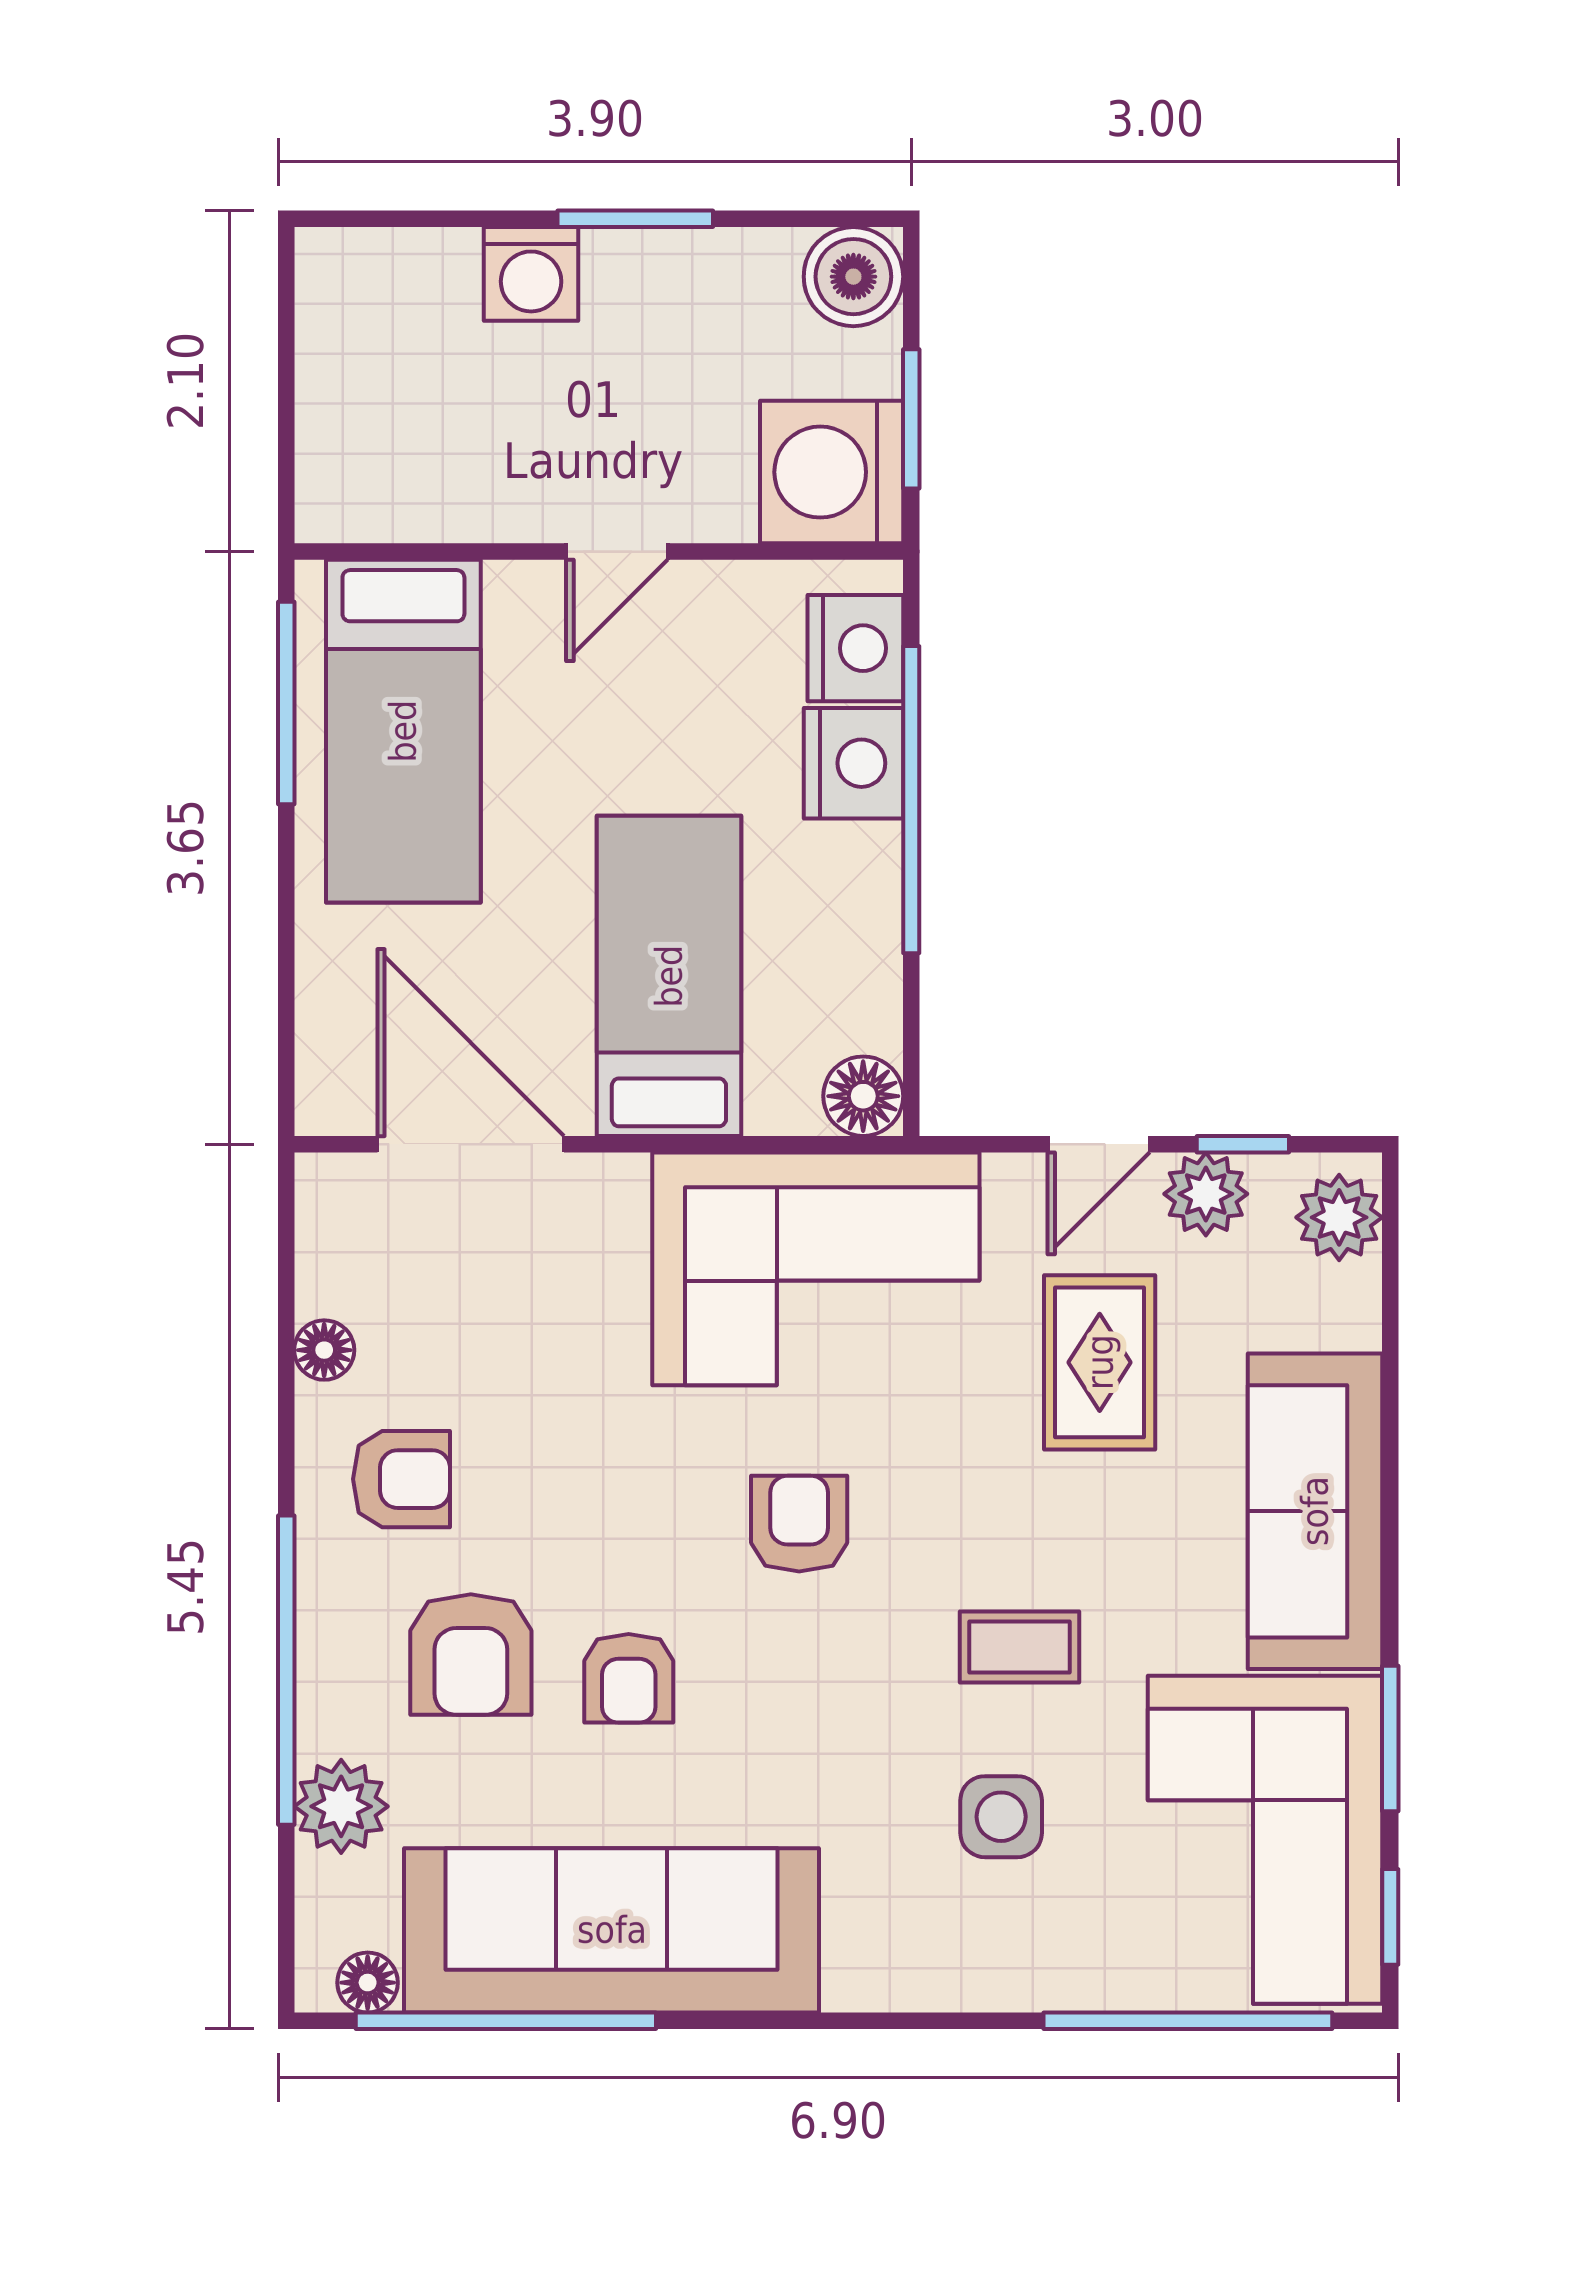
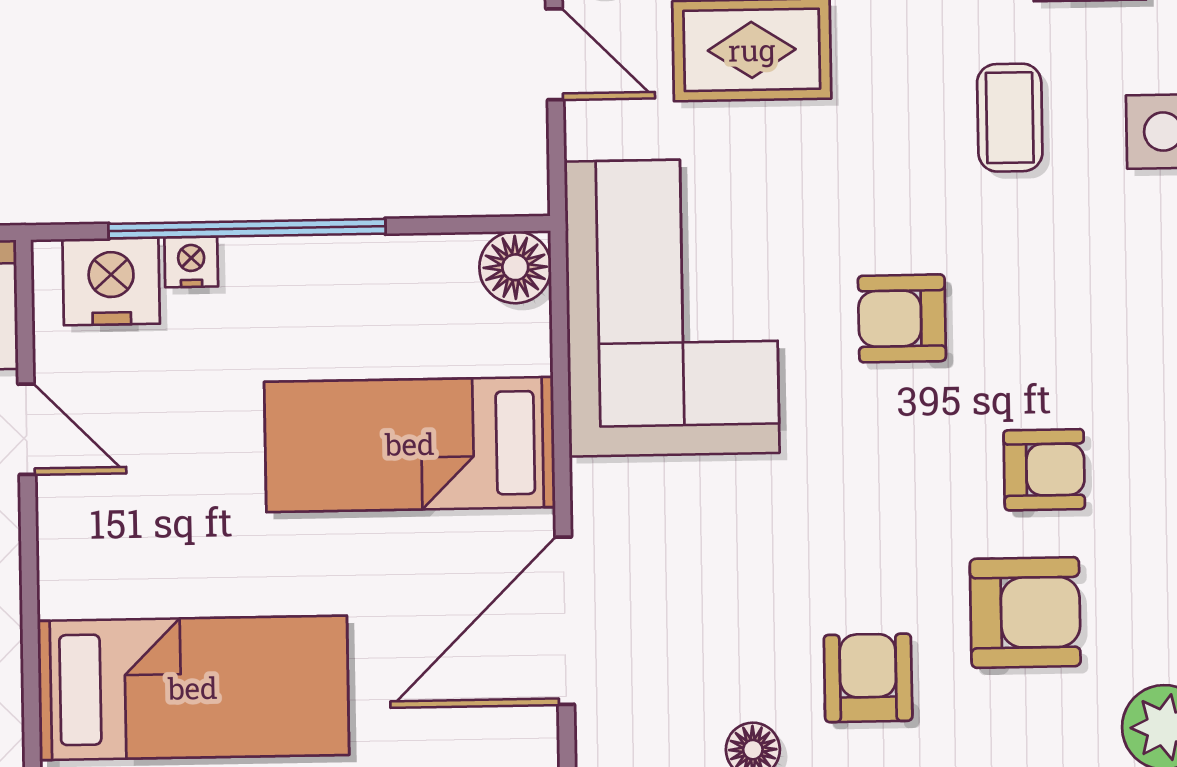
door: (617, 552) -> (27, 429), moved
nightstand: (853, 763) -> (191, 262), width x0.53, depth x0.56

